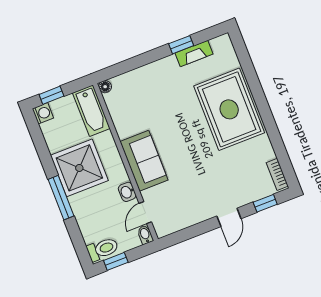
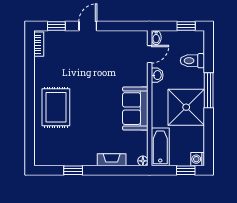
fireplace: (194, 53) -> (112, 160), moved
rug: (229, 109) -> (56, 107), width x0.73, depth x0.69
sofa: (144, 161) -> (135, 109), moved
toilet: (103, 249) -> (192, 61), moved

